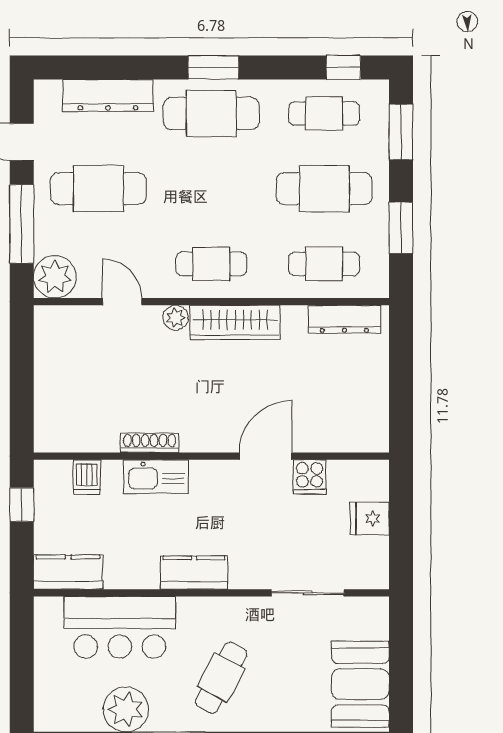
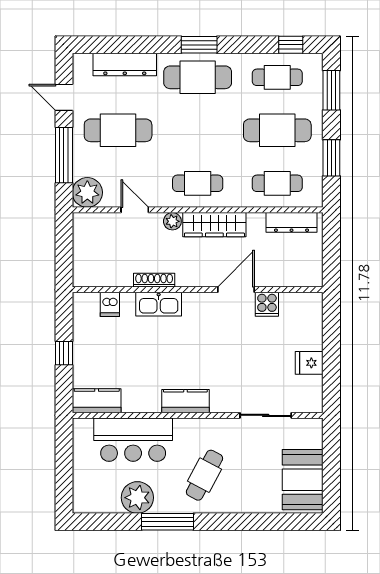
shoe rack: (150, 443) -> (154, 280), moved
wall: (211, 456) -> (198, 290), moved
door: (266, 456) -> (236, 290), moved
dishwasher: (87, 477) -> (110, 304), moved
kitchen sink: (156, 477) -> (159, 304), moved
cooker: (310, 477) -> (267, 304), moved

